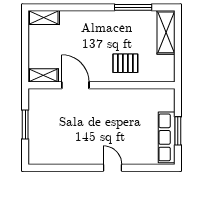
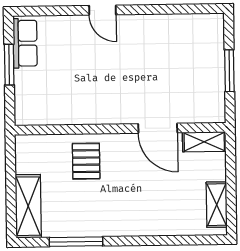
shelving: (44, 18) -> (217, 205), moved, turned 90
pallet: (125, 63) -> (86, 161), turned 90
row of seats: (167, 137) -> (25, 43), width x0.68

